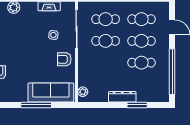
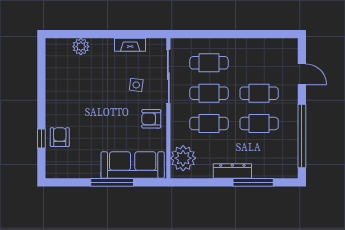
cafe table: (141, 19) -> (209, 124), moved
plant: (83, 92) -> (183, 158), width x1.87, depth x1.87
window: (137, 105) -> (253, 182), width x1.44

